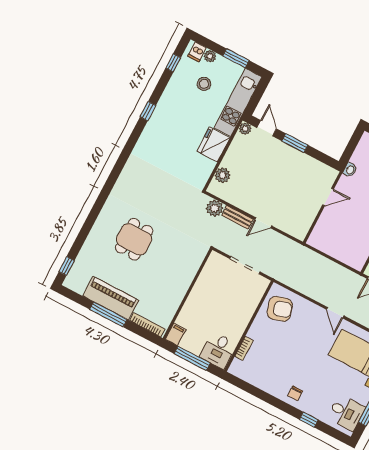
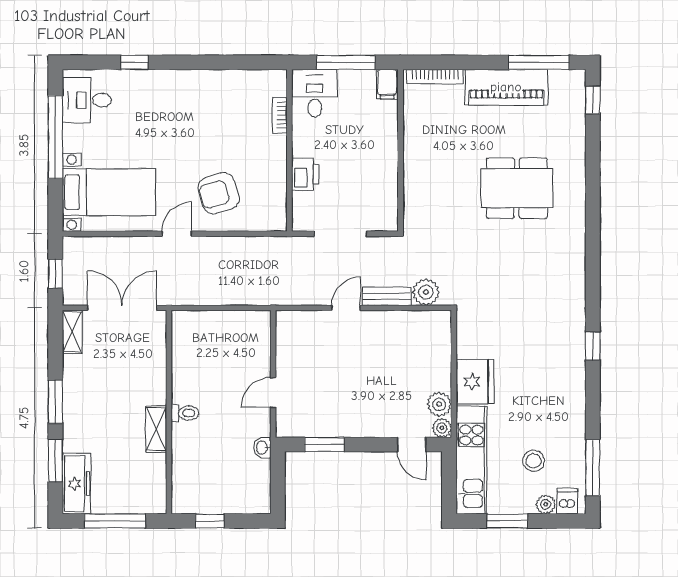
window: (173, 63) -> (593, 468), width x2.17
window: (148, 111) -> (593, 346), moved
window: (295, 143) -> (324, 445), moved
plant: (222, 175) -> (439, 404), moved
dining table: (134, 239) -> (517, 188), width x1.37
printer: (247, 308) -> (305, 174), added
armchair: (280, 309) -> (219, 193), moved
door: (335, 313) -> (177, 234), hinge flipped
window: (108, 314) -> (539, 62), moved
chair: (295, 393) -> (174, 90), removed

